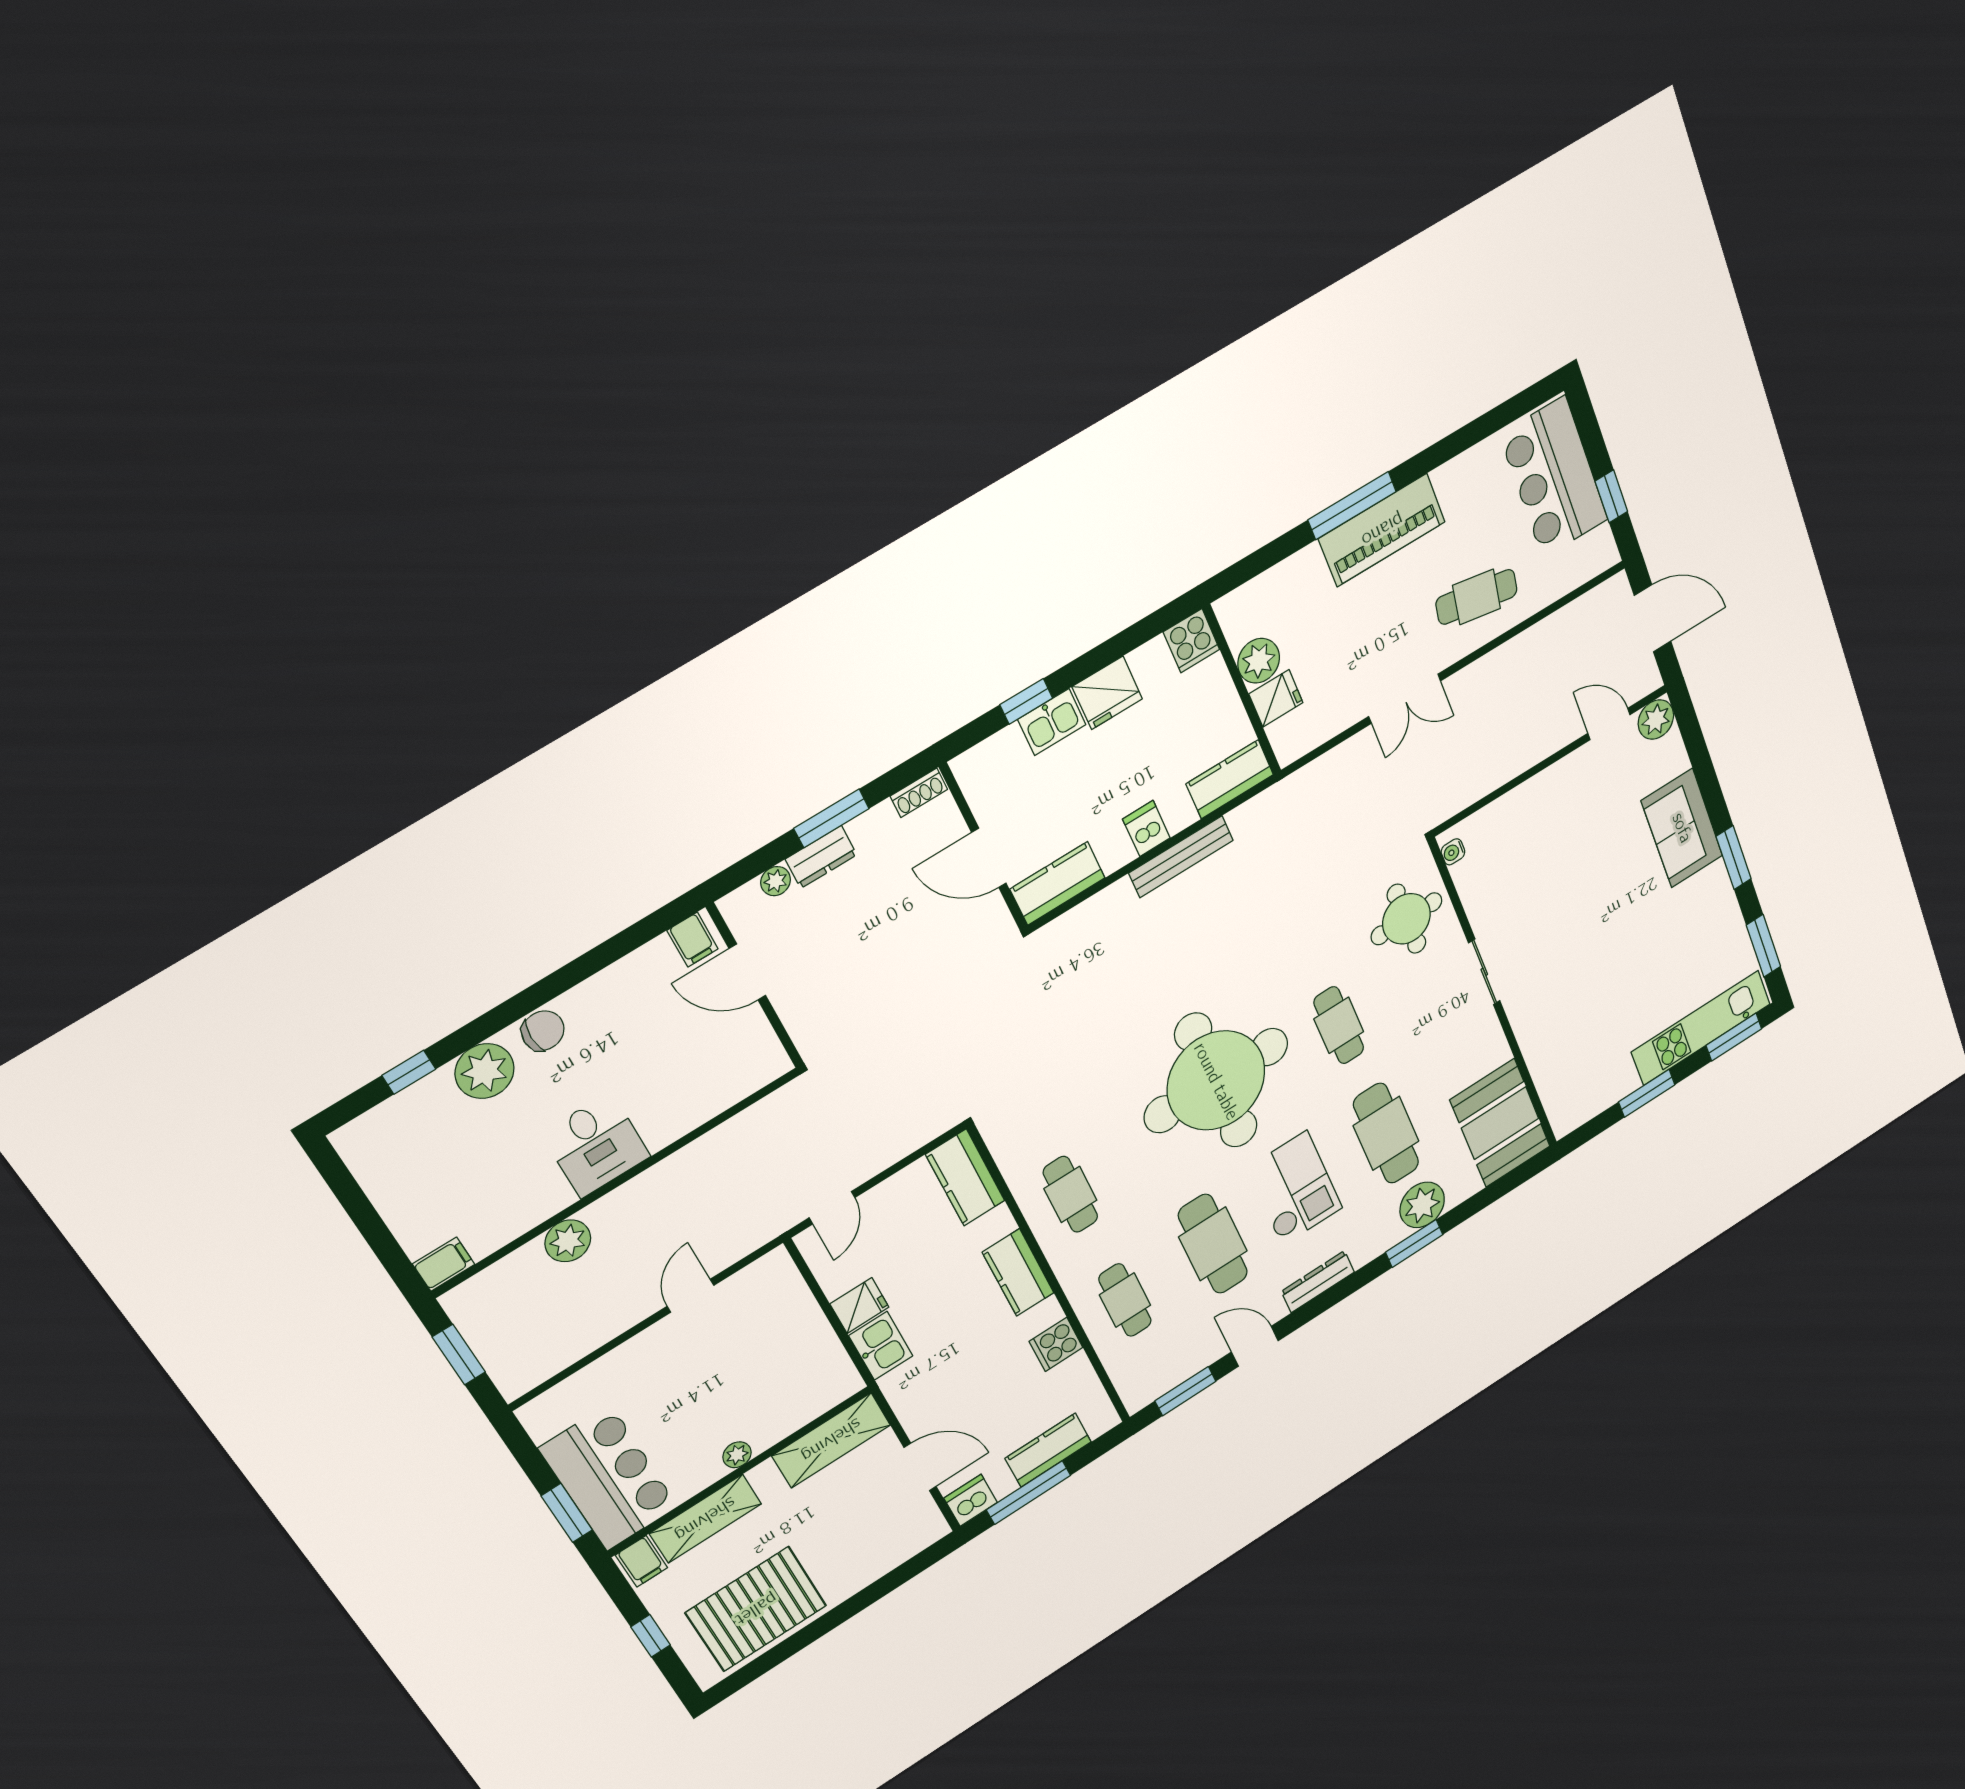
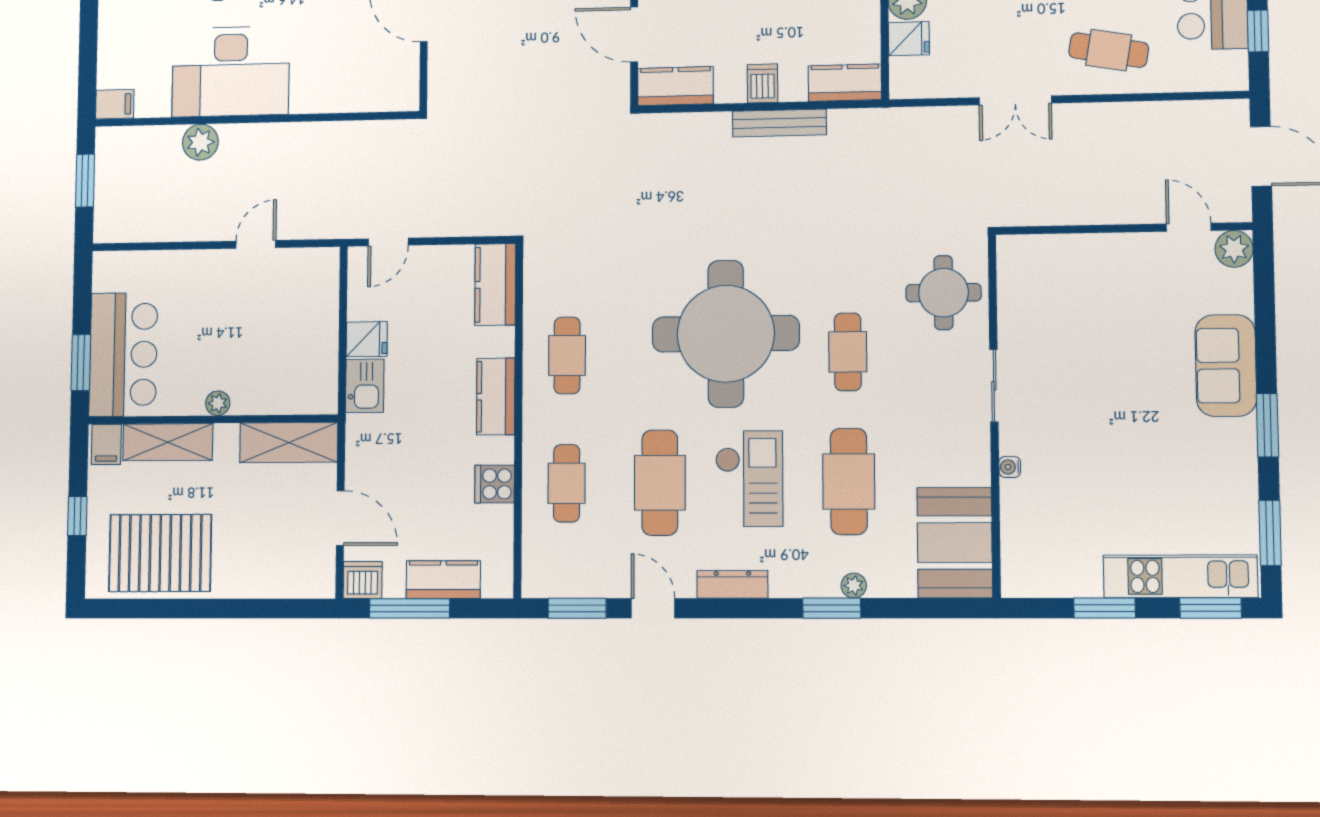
water cooler: (1453, 852) -> (1010, 467), moved
desk: (596, 1145) -> (231, 72), width x1.87, depth x1.30
plant: (1422, 1205) -> (854, 586), width x0.53, depth x0.53

